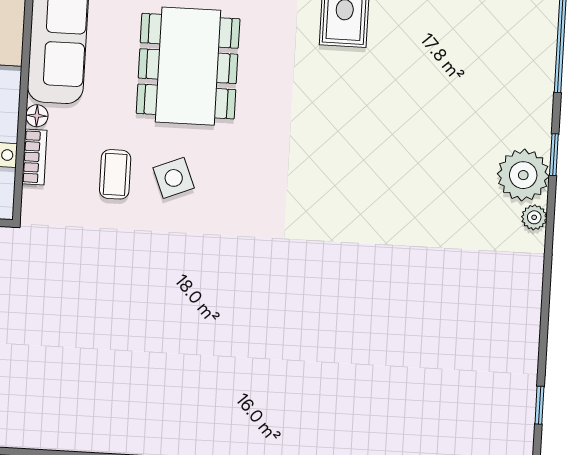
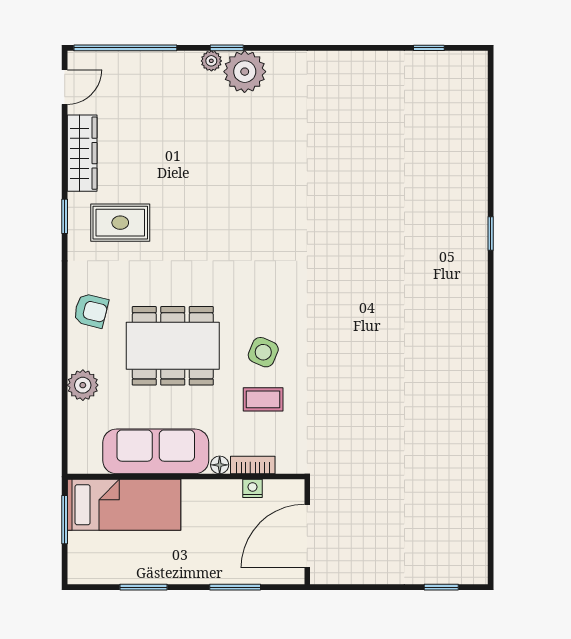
side table: (174, 178) -> (263, 352), turned 45
plant: (534, 217) -> (211, 61), moved

